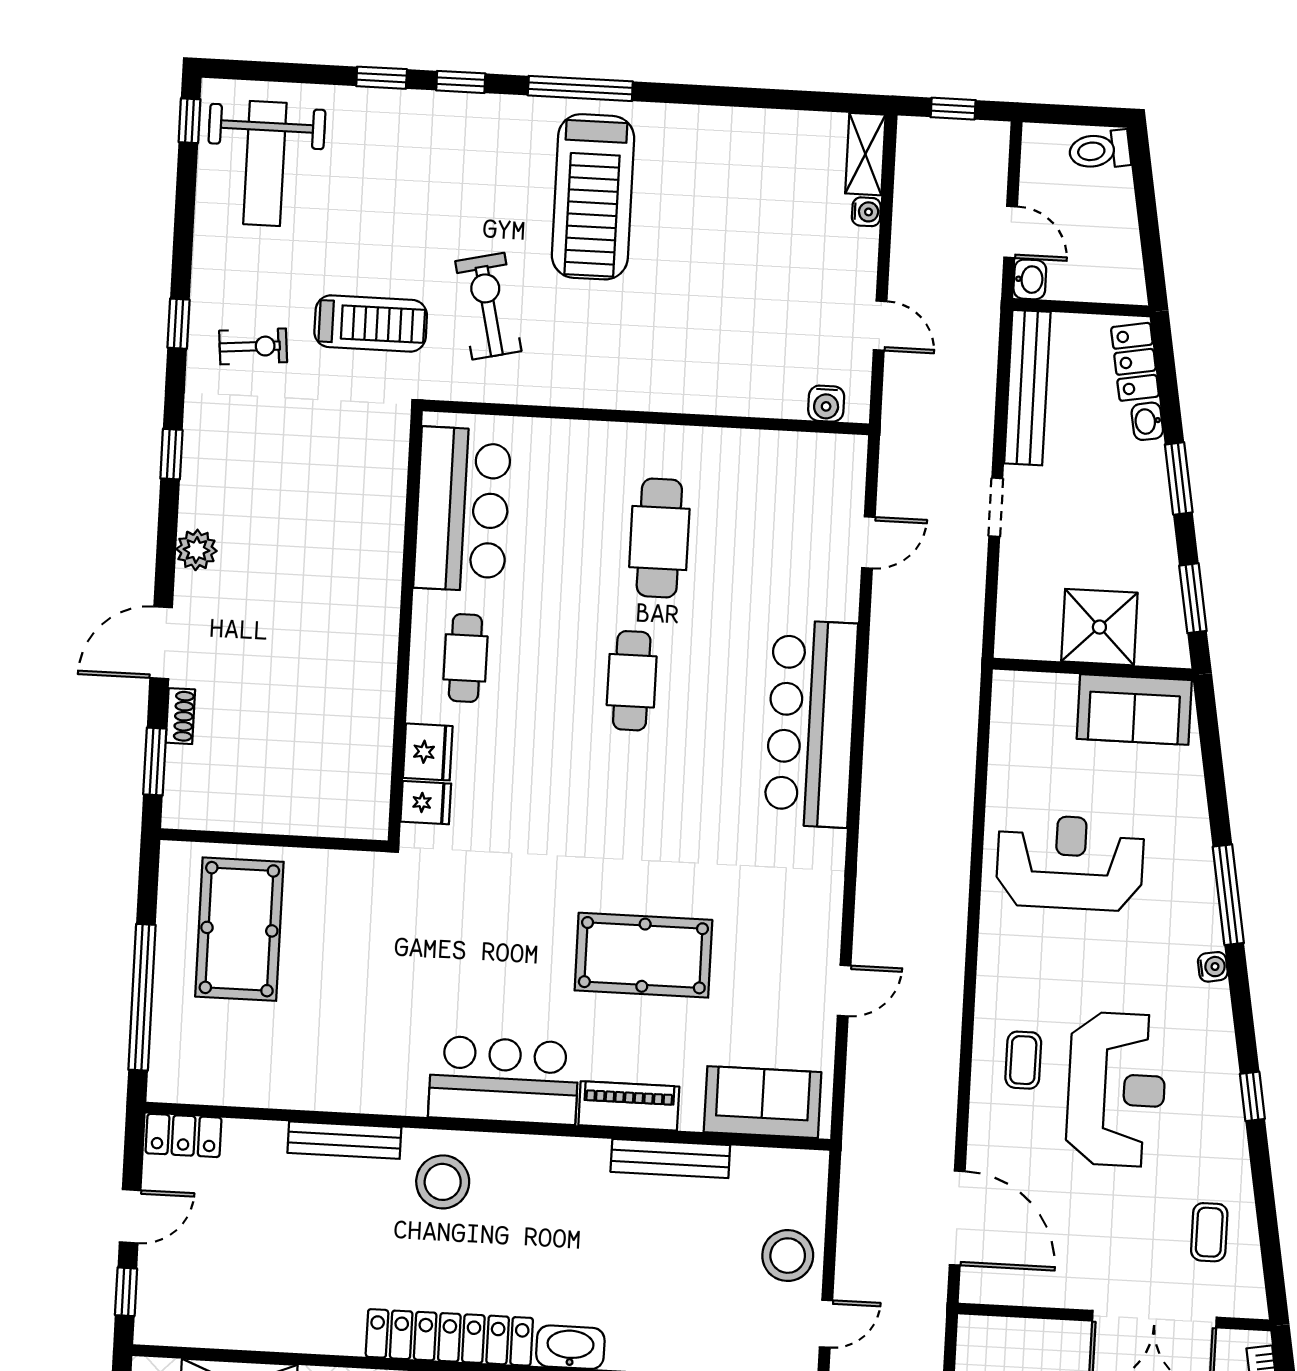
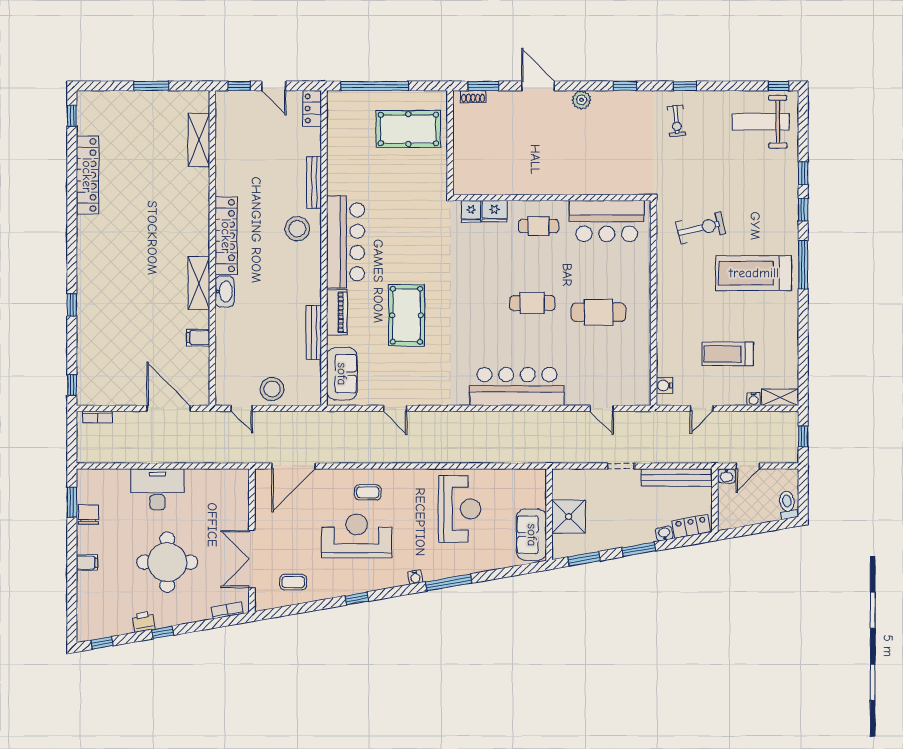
treadmill: (371, 324) -> (728, 354), moved, turned 90
shoe rack: (180, 716) -> (473, 97), moved
bar counter: (504, 1080) -> (346, 242), width x1.36
reception desk: (1116, 1089) -> (357, 536), turned 180

